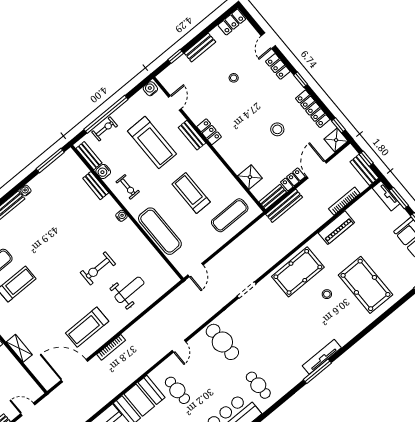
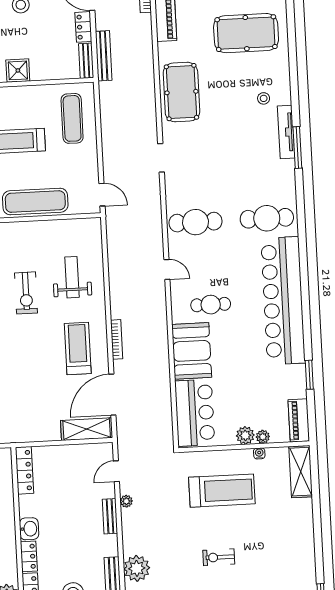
shower: (250, 177) -> (18, 70), moved
stool: (327, 294) -> (264, 98), moved
treadmill: (87, 327) -> (78, 349), turned 180
shelving: (19, 348) -> (87, 429), moved, width x1.50, depth x1.33
cafe table: (258, 385) -> (267, 218), width x1.37, depth x1.35

